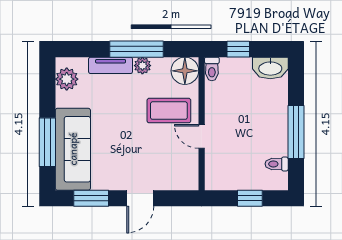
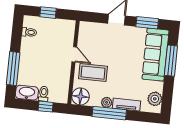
toilet: (212, 69) -> (44, 94), moved
window: (296, 132) -> (13, 69), moved

